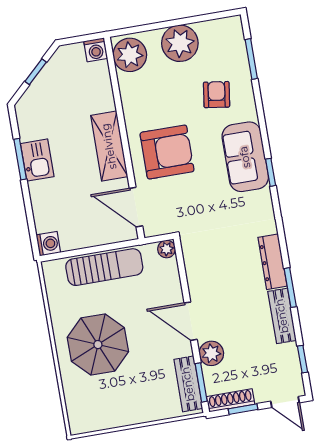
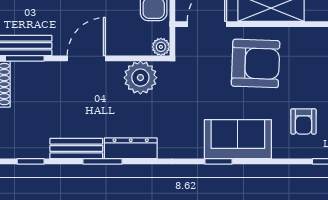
armchair: (217, 95) -> (303, 121), turned 82
armchair: (167, 152) -> (256, 63), turned -88
plant: (211, 353) -> (140, 78), moved, width x1.36, depth x1.36

